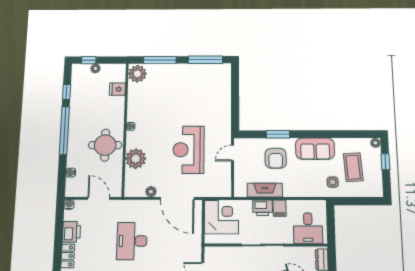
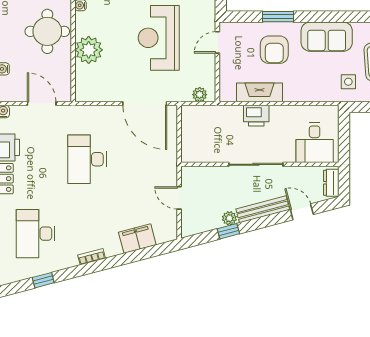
plant: (151, 192) -> (200, 95), moved
filing cabinet: (280, 208) -> (278, 116), removed
corner desk: (221, 217) -> (203, 128), removed

